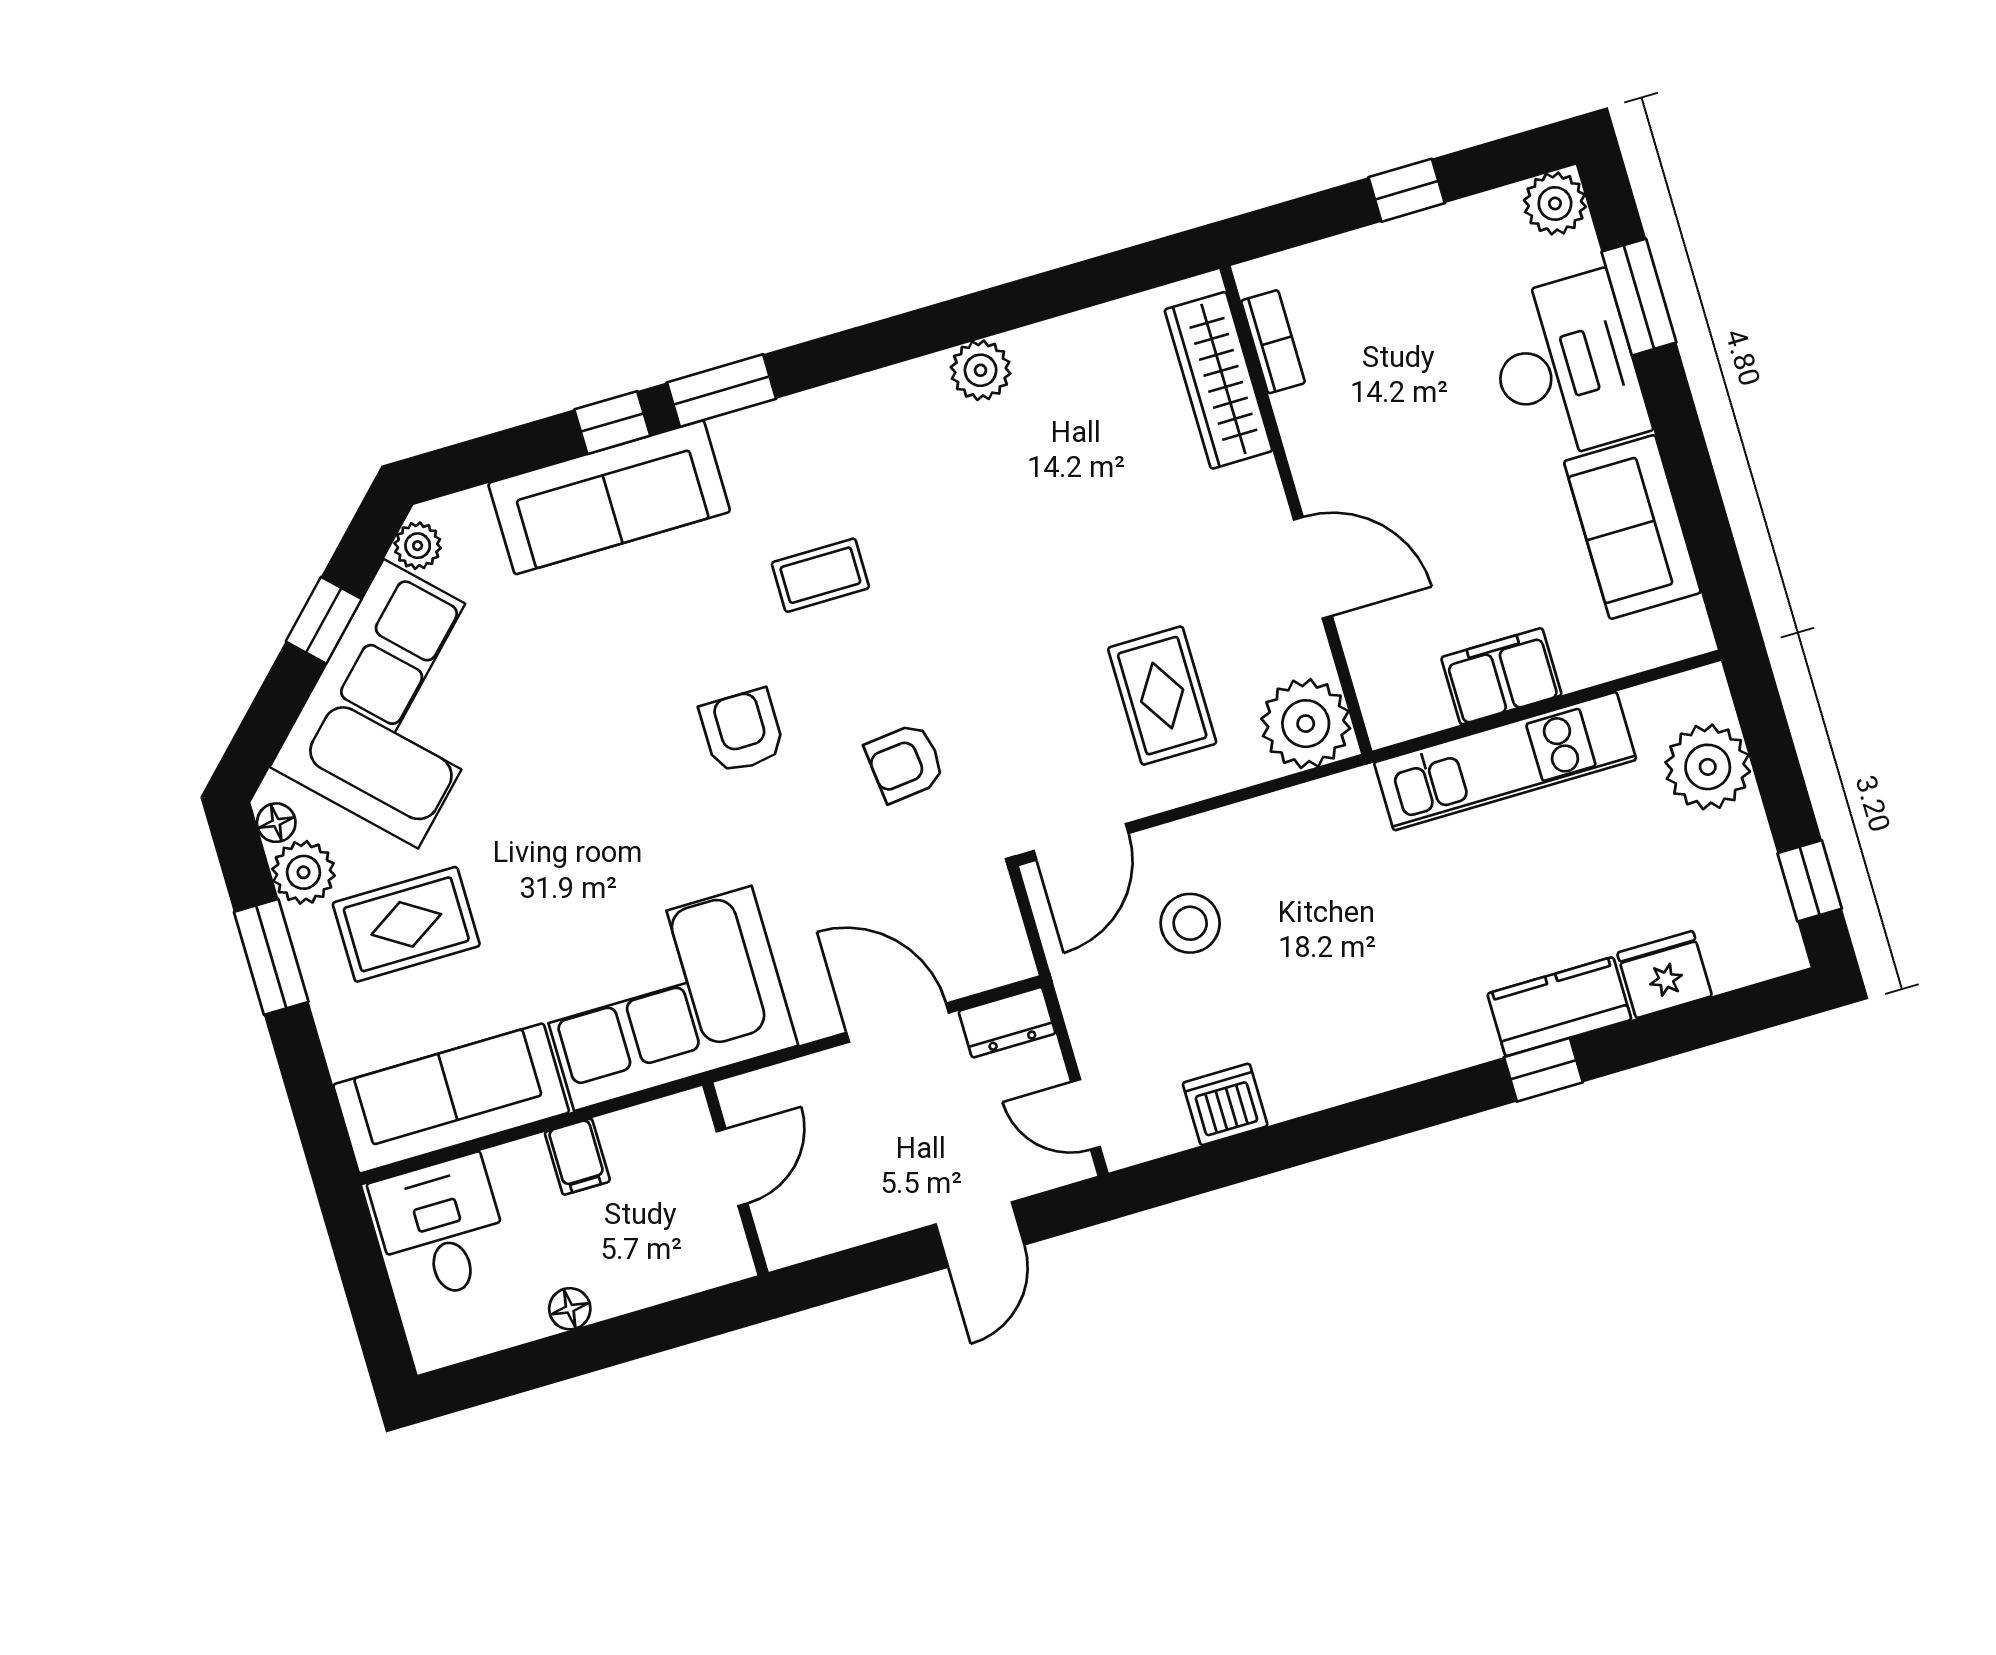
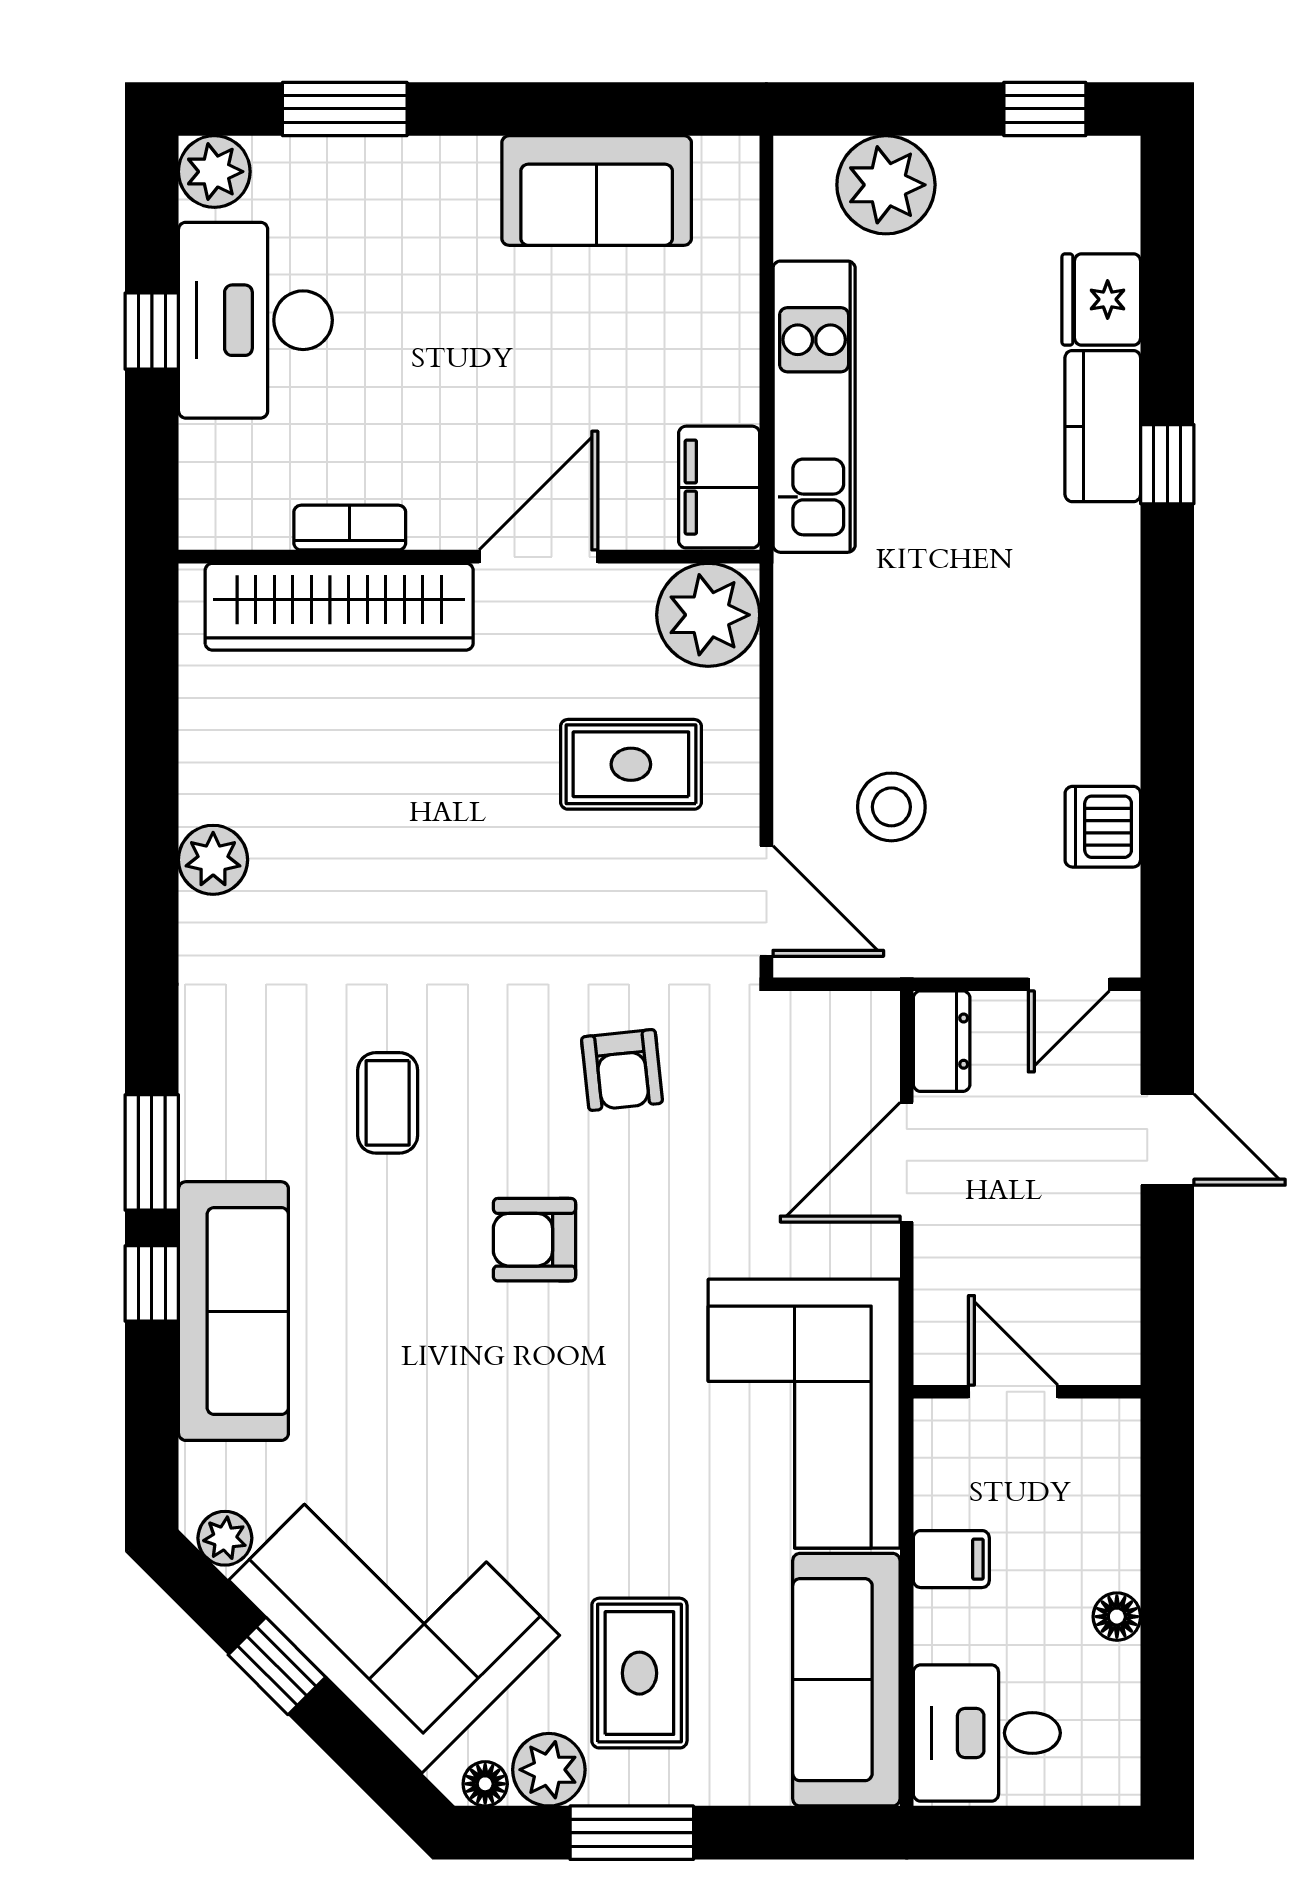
bookcase: (1273, 342) -> (350, 528), moved
desk: (1566, 367) -> (255, 320), moved, turned -90
wardrobe: (1218, 380) -> (339, 607), width x1.40, depth x1.17
filing cabinet: (1501, 676) -> (719, 487), moved

